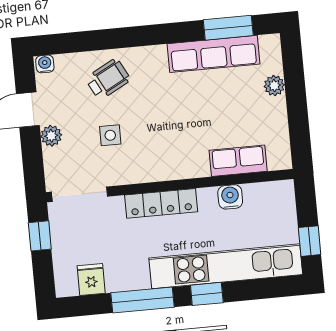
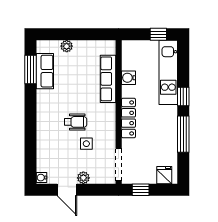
row of seats: (213, 54) -> (45, 71), width x0.68
wheelchair: (108, 79) -> (76, 122), moved, turned 118
row of seats: (238, 161) -> (108, 79), width x1.48
kitchen unit: (226, 266) -> (168, 72), width x0.73
fridge: (91, 280) -> (164, 175), moved, turned 90

